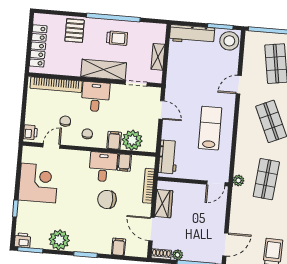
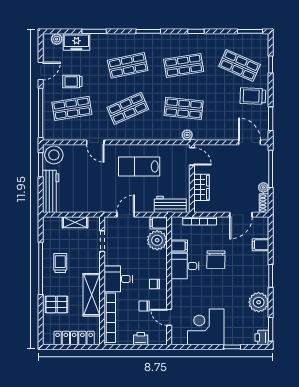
shelving: (104, 70) -> (92, 295), moved
printer: (30, 132) -> (141, 339), moved
filing cabinet: (114, 140) -> (159, 223), moved
wardrobe: (164, 204) -> (201, 187), moved, turned 90

